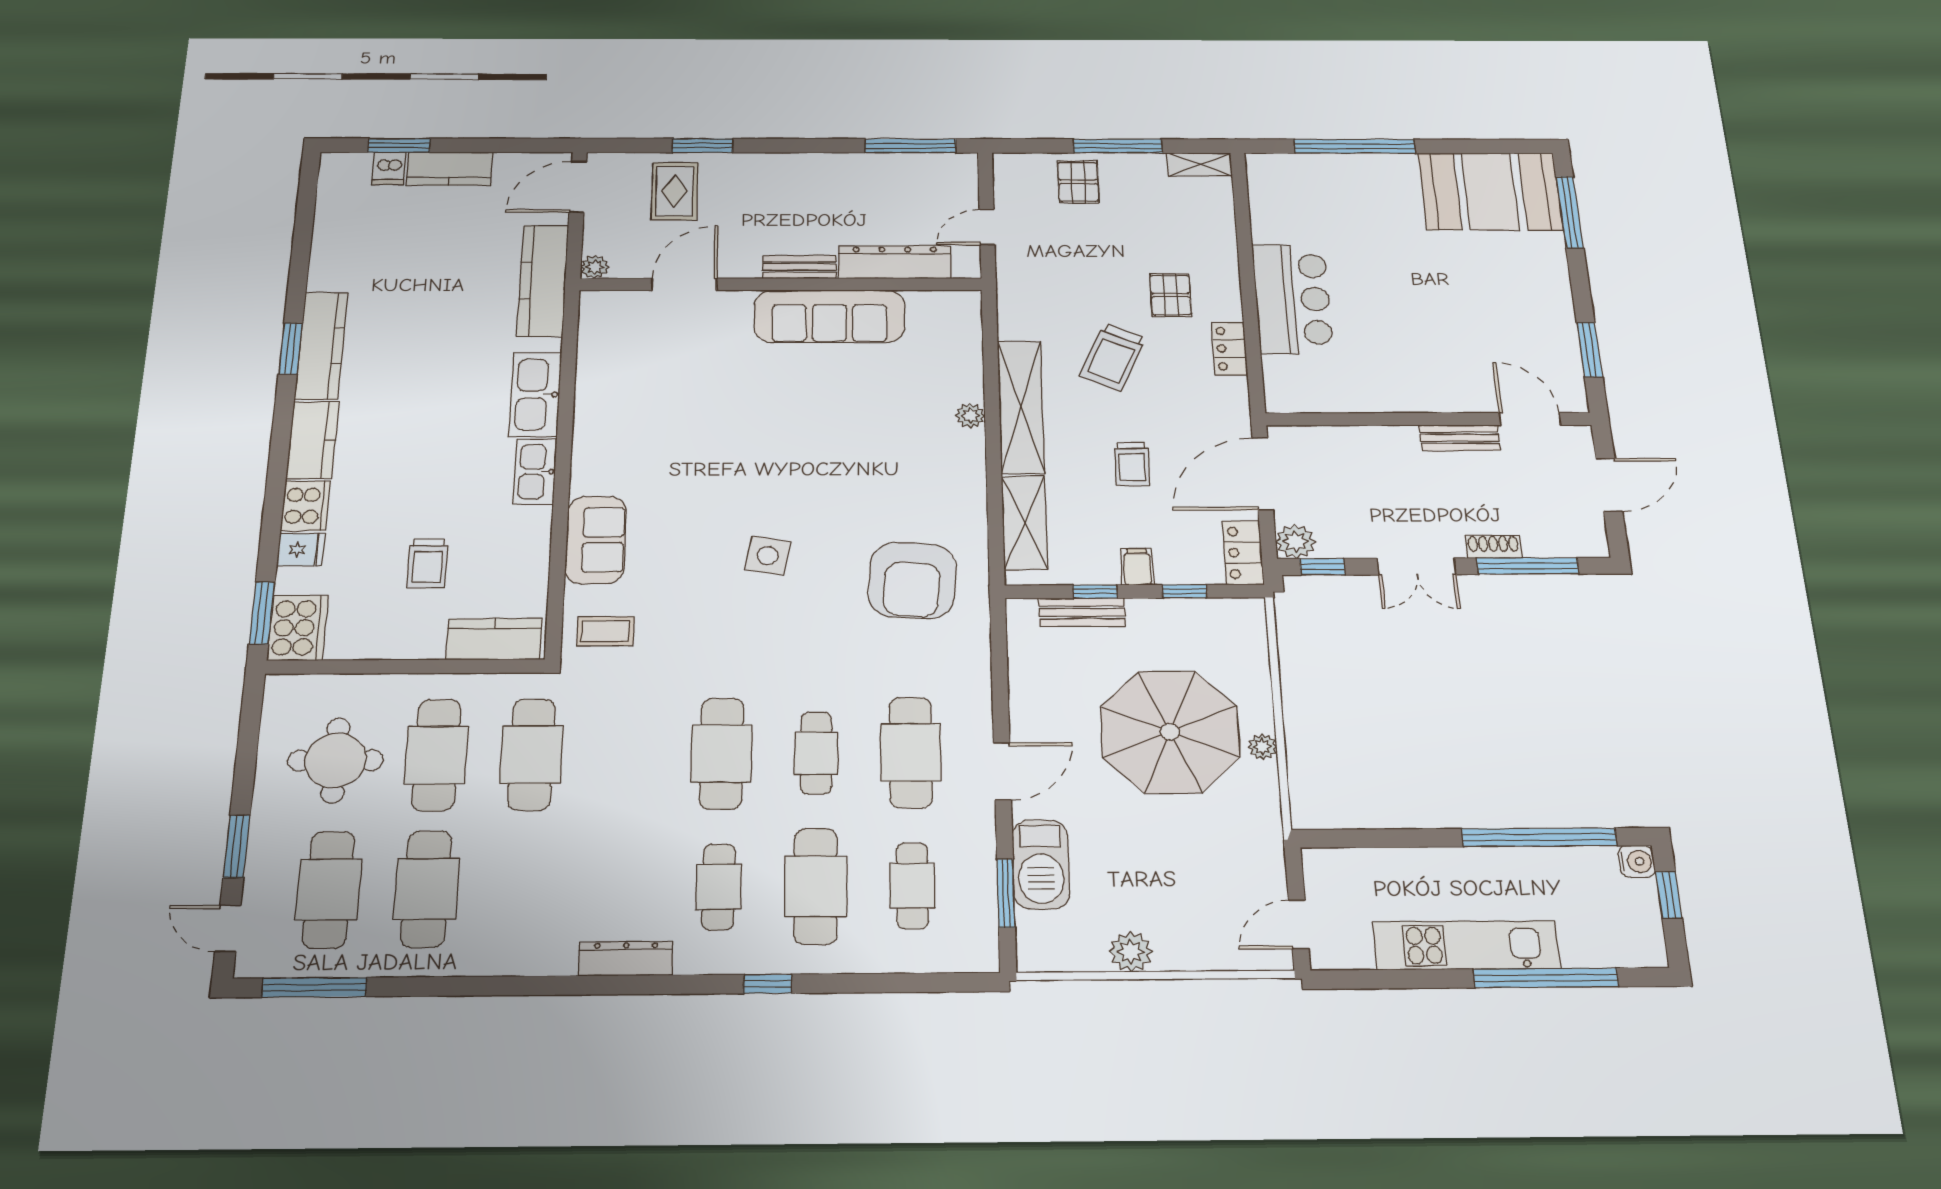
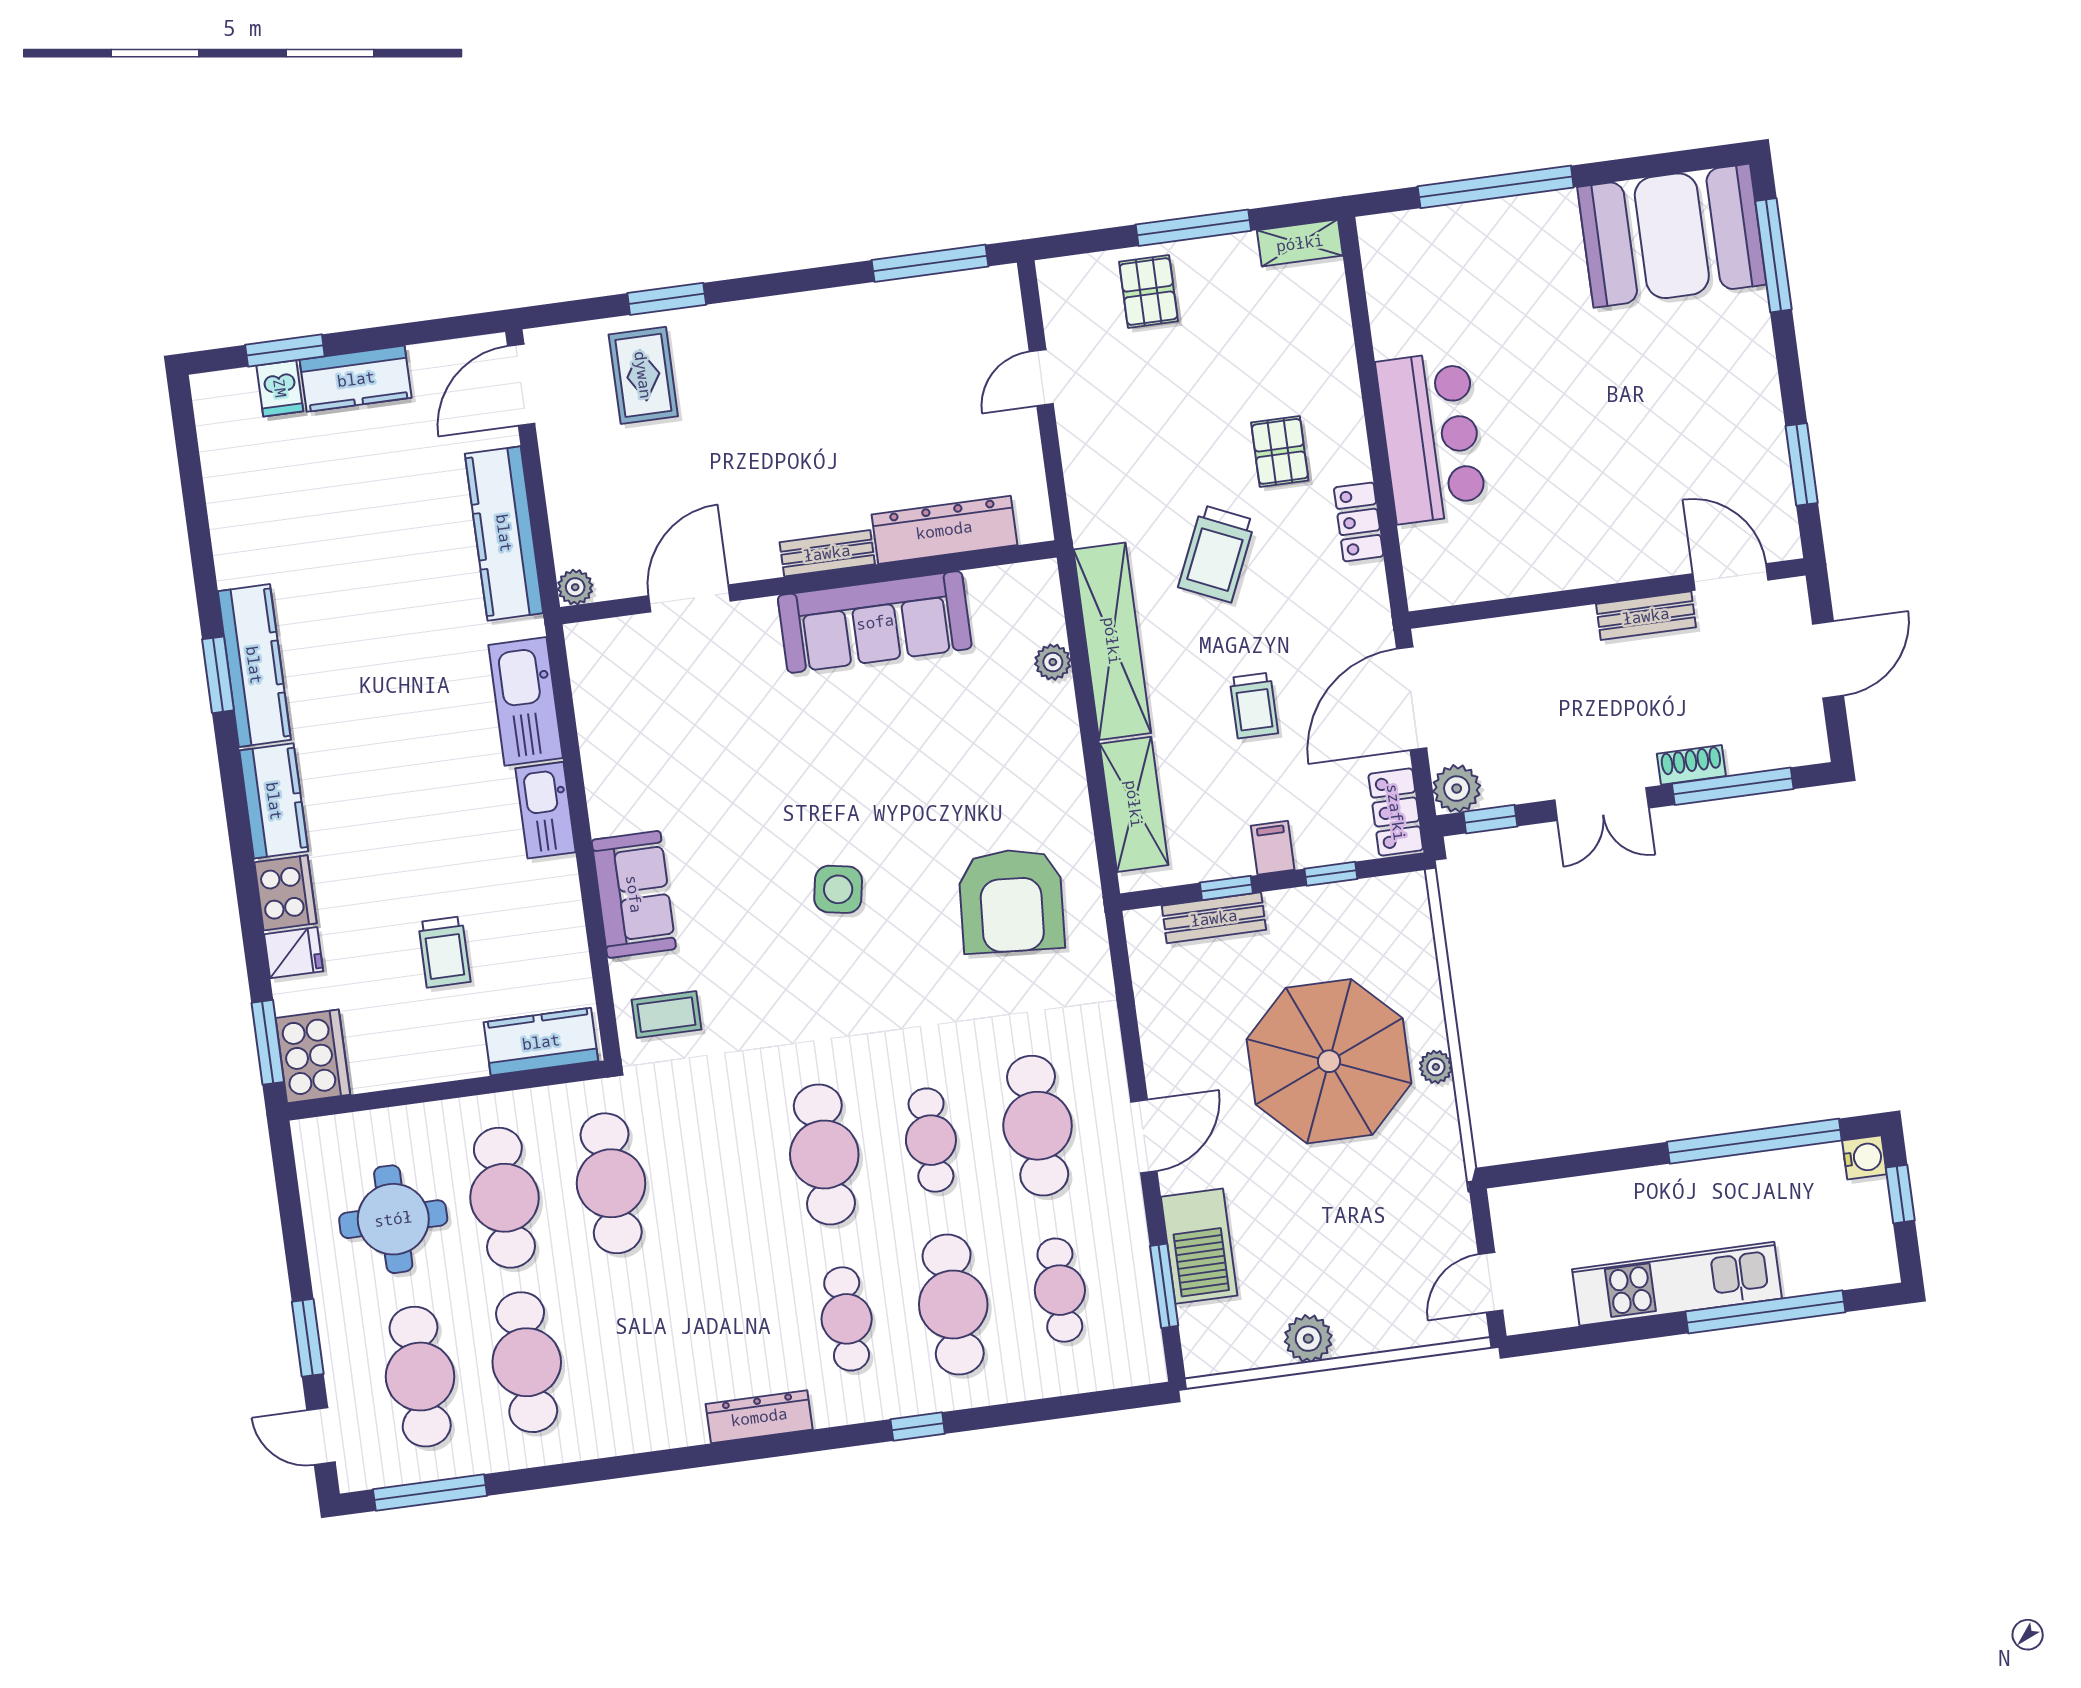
dresser: (895, 262) -> (944, 530), moved
plant: (595, 267) -> (575, 587), moved
bench: (799, 267) -> (827, 553), moved
door: (684, 284) -> (690, 598), moved
wall: (781, 284) -> (808, 582), moved
sofa: (830, 316) -> (875, 622), moved

